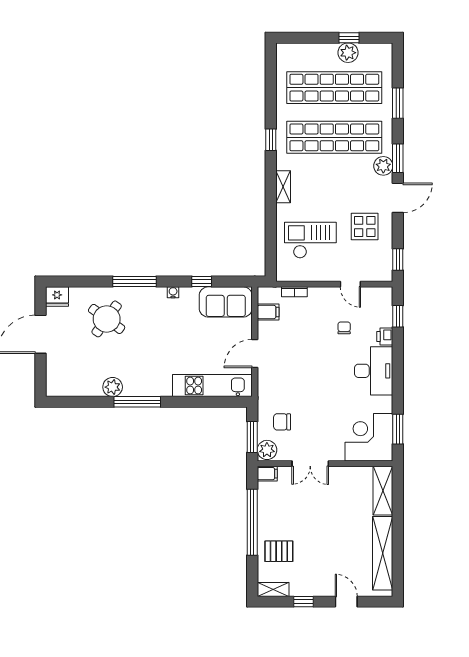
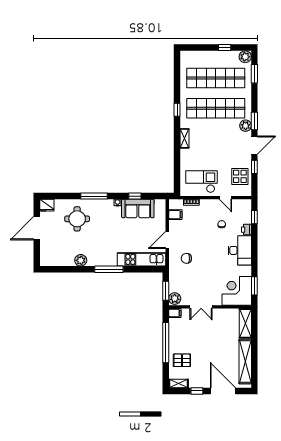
plant: (348, 53) -> (245, 57), moved
window: (398, 103) -> (254, 74), moved
display table: (365, 227) -> (240, 176), moved
checkout: (310, 240) -> (201, 182), moved
window: (398, 259) -> (254, 167), moved
sofa: (226, 302) -> (138, 208), moved
round table: (107, 319) -> (77, 219), turned -36
window: (137, 402) -> (109, 269), moved
chair: (282, 422) -> (186, 258), moved
door: (346, 602) -> (223, 391), width x1.88

